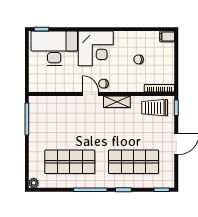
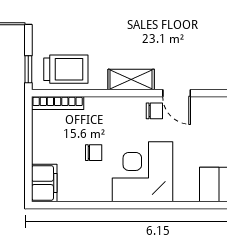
filing cabinet: (167, 36) -> (44, 183), width x2.00
corner desk: (96, 48) -> (143, 172), moved

